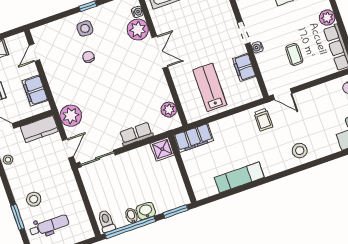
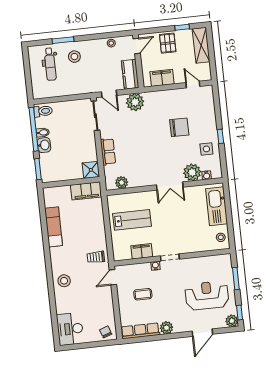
side table: (85, 28) -> (206, 149), moved
chair: (88, 57) -> (179, 127), width x1.87, depth x1.87
filing cabinet: (194, 138) -> (86, 191), moved, turned -90

